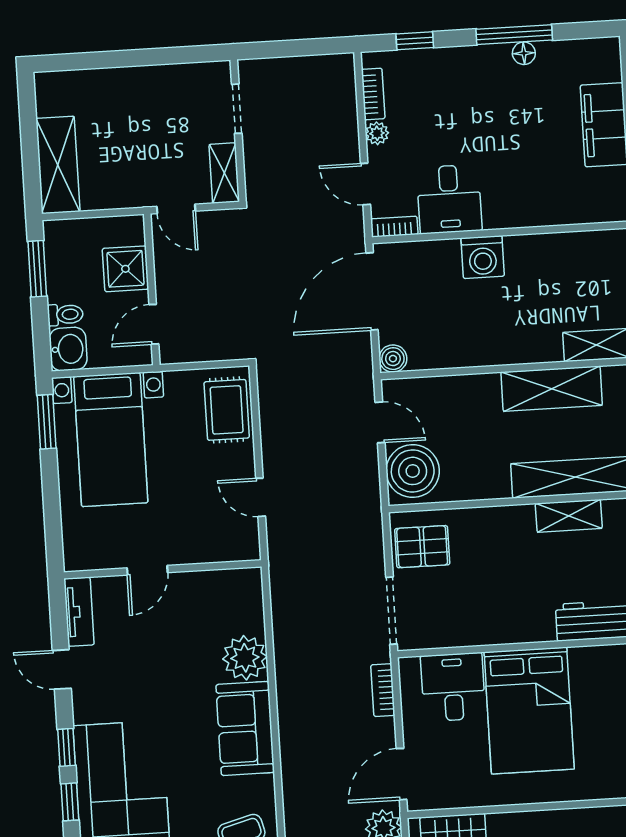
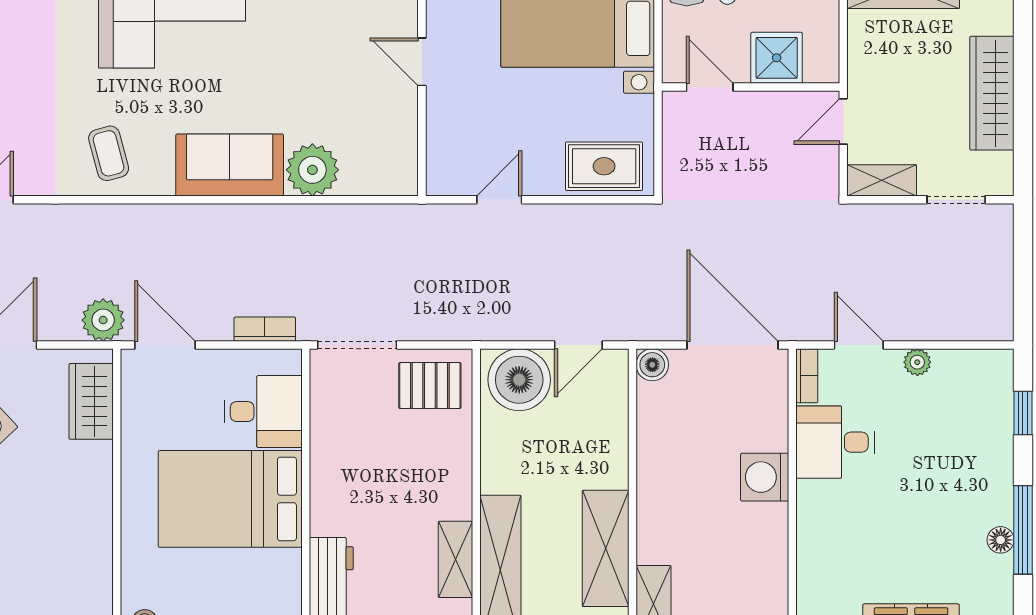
wardrobe: (144, 84) -> (992, 93), added
bookcase: (373, 94) -> (964, 361), removed
door: (365, 184) -> (859, 345), hinge flipped
pallet: (422, 547) -> (430, 385), turned 90

